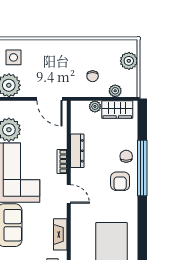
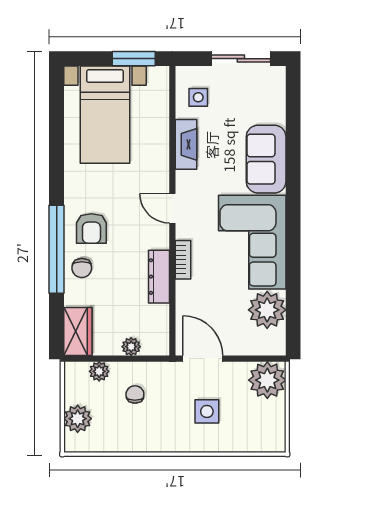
side table: (13, 57) -> (207, 411), moved
wardrobe: (117, 110) -> (78, 332), moved, turned 90
armchair: (120, 181) -> (91, 228), turned 180

